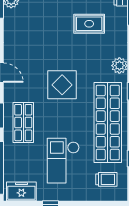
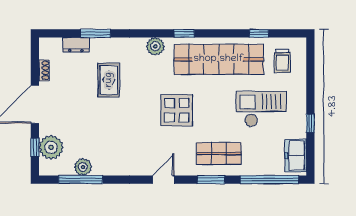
checkout: (63, 161) -> (261, 109), turned 180
trolley: (106, 179) -> (282, 61), turned 180

